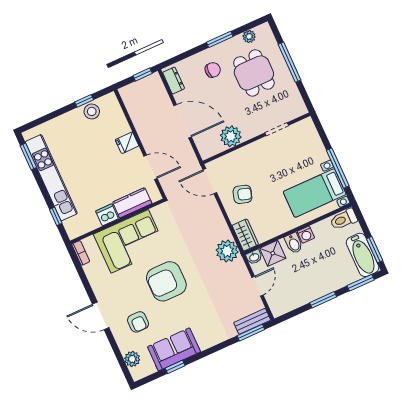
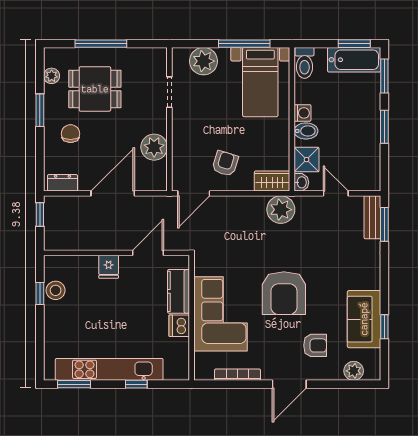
plant: (311, 144) -> (204, 61), added
window: (56, 216) -> (136, 384), moved
bookcase: (81, 253) -> (238, 375), moved, width x1.56

